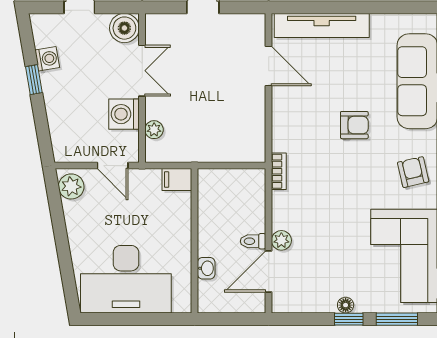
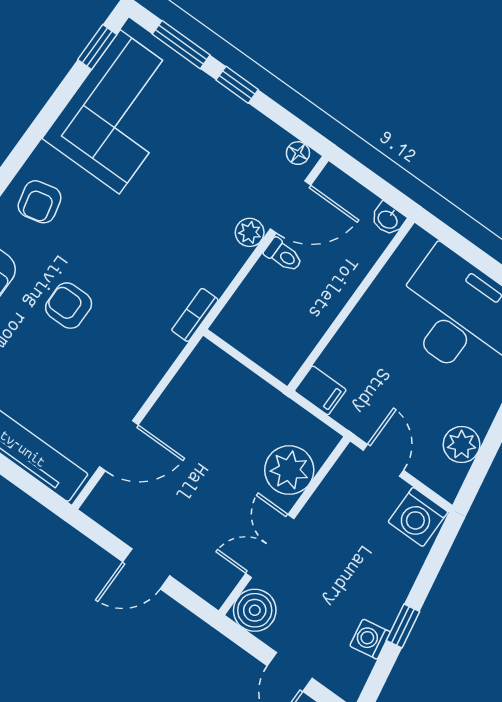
door: (269, 66) -> (119, 446), swing flipped
washing machine: (124, 114) -> (418, 517), moved, turned 90
plant: (154, 130) -> (289, 470), width x1.88, depth x1.88
plant: (71, 186) -> (462, 445), moved
washbasin: (206, 268) -> (388, 219), moved, turned -90
floor lamp: (346, 305) -> (298, 153), moved

